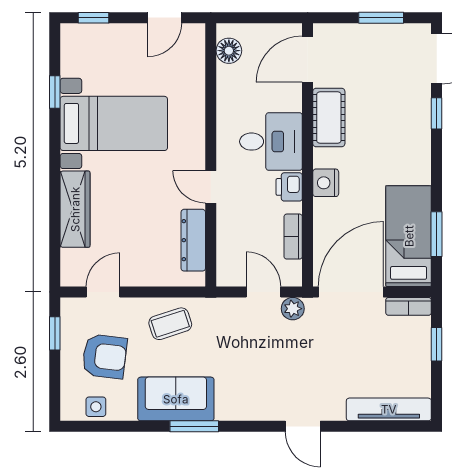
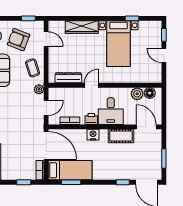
door: (165, 18) -> (164, 55), moved
plant: (231, 80) -> (137, 94), added
plant: (293, 309) -> (39, 89), moved
armchair: (104, 356) -> (18, 40), turned 104

